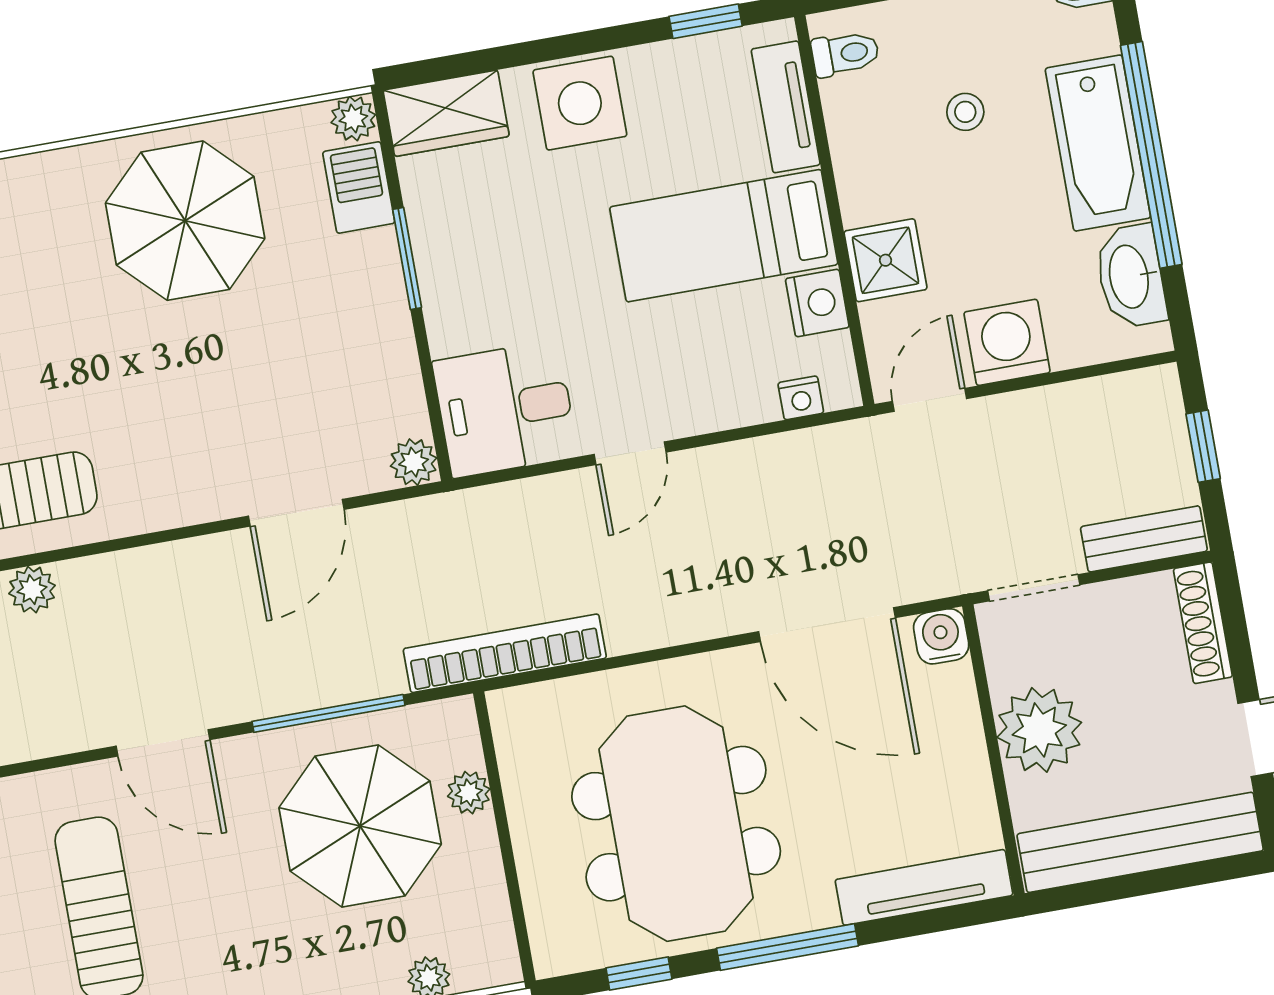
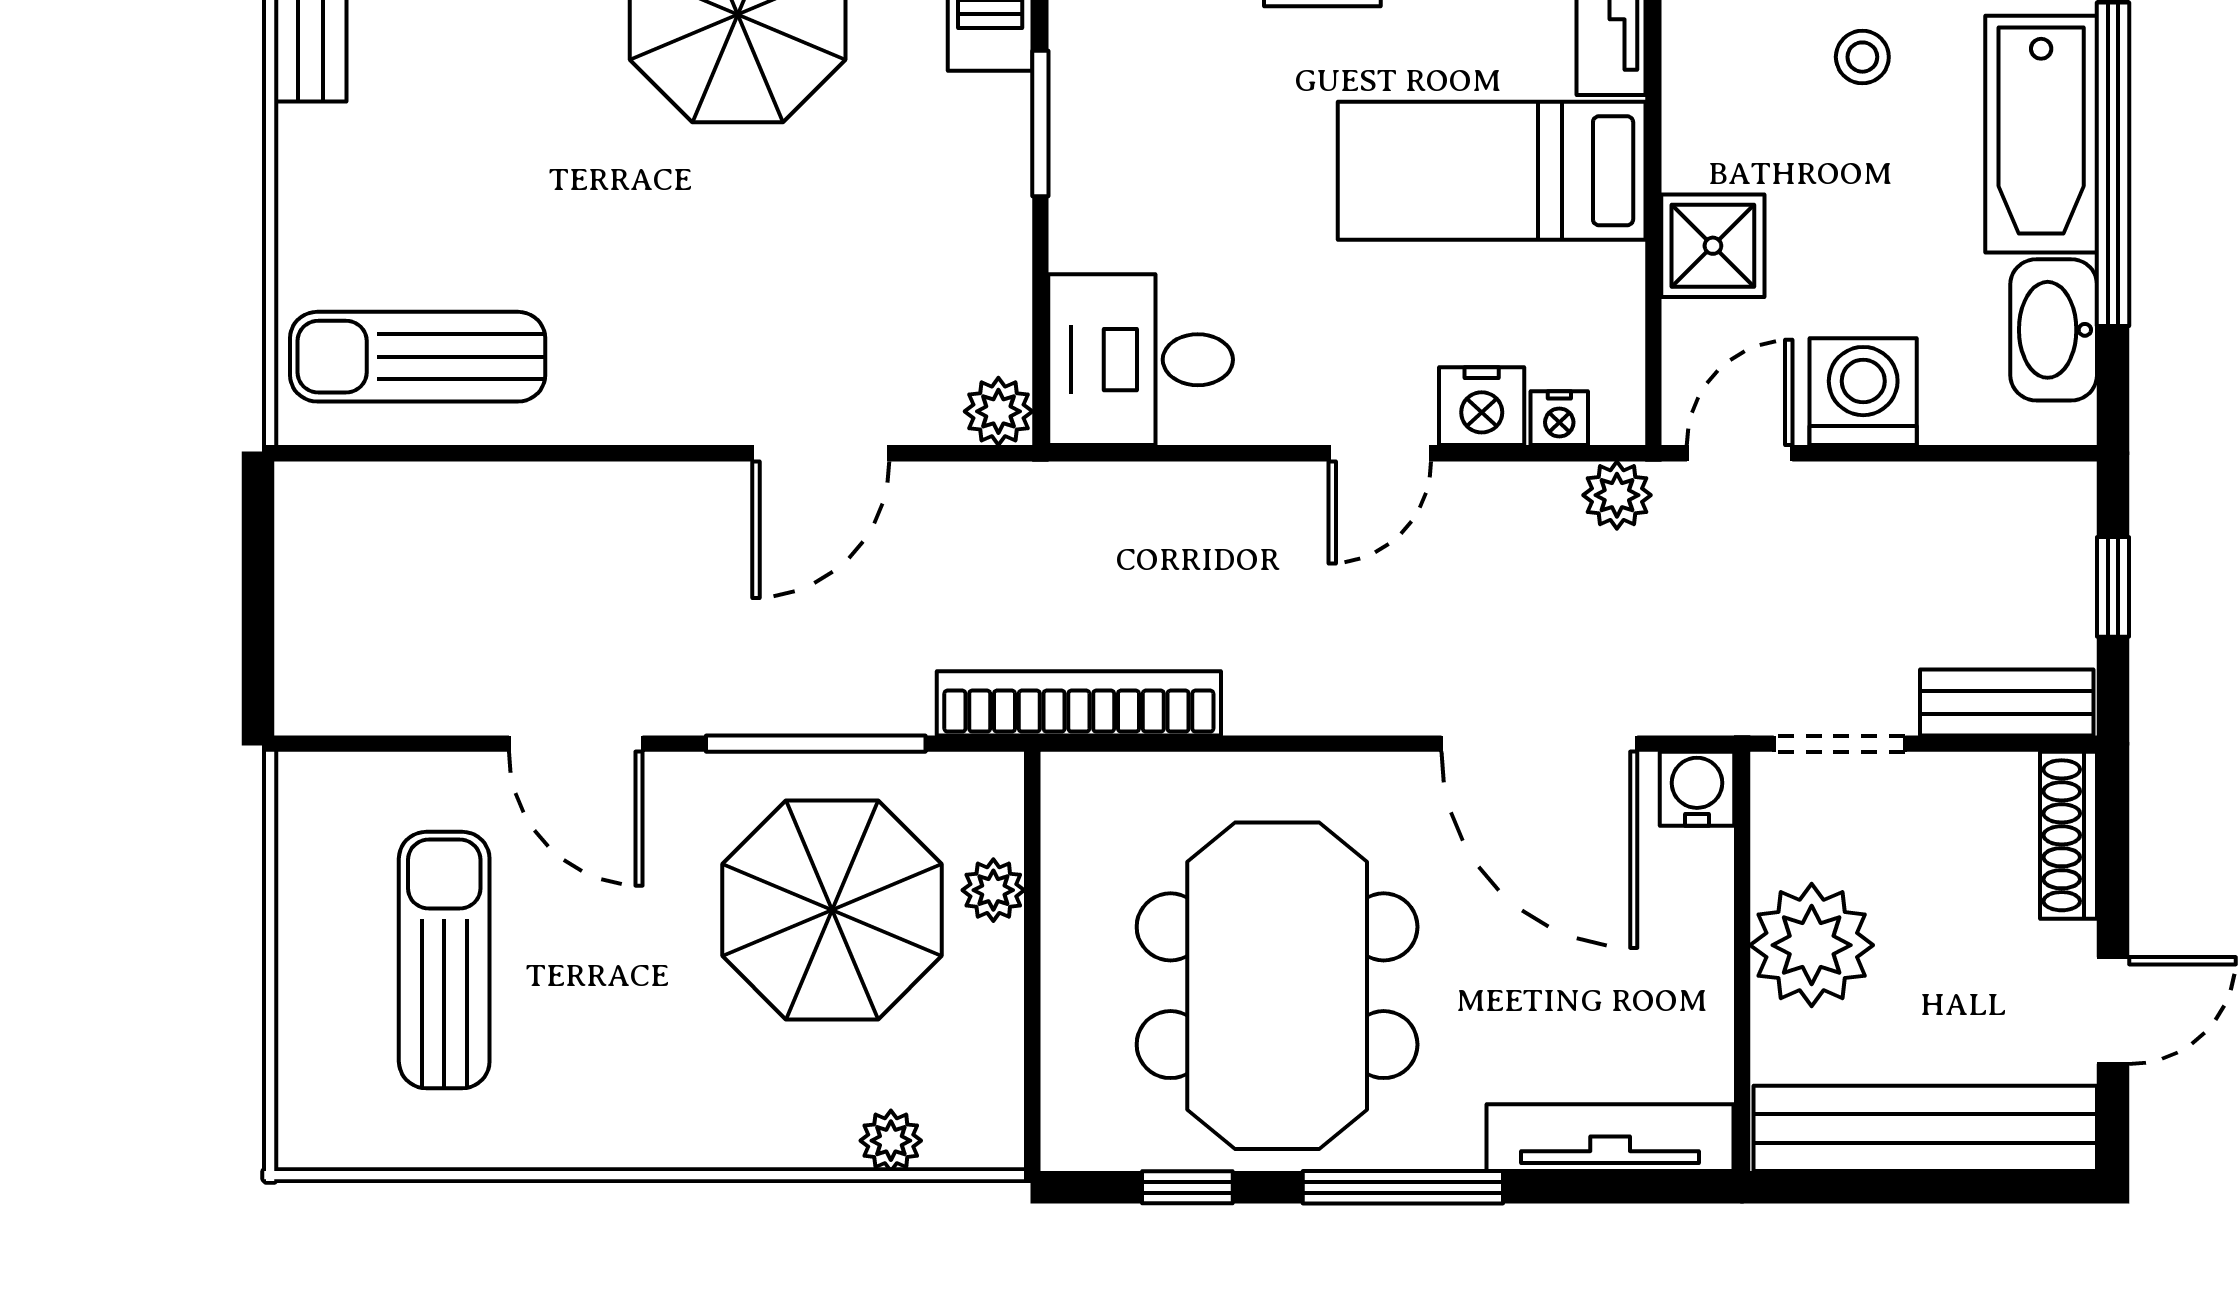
nightstand: (817, 303) -> (1482, 406), moved, turned 90
door: (630, 453) -> (1380, 453), moved
plant: (32, 590) -> (1617, 495), moved

